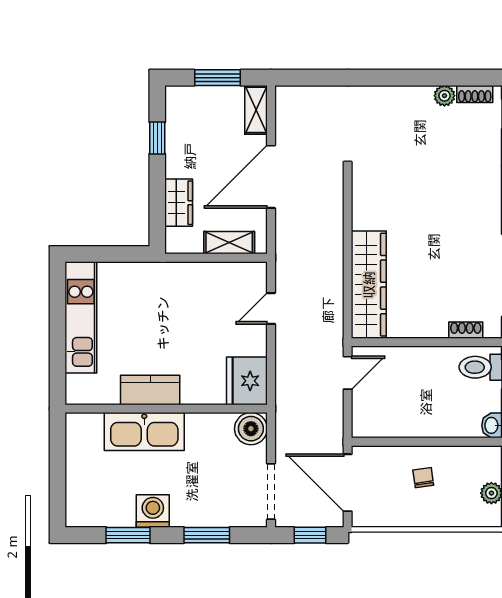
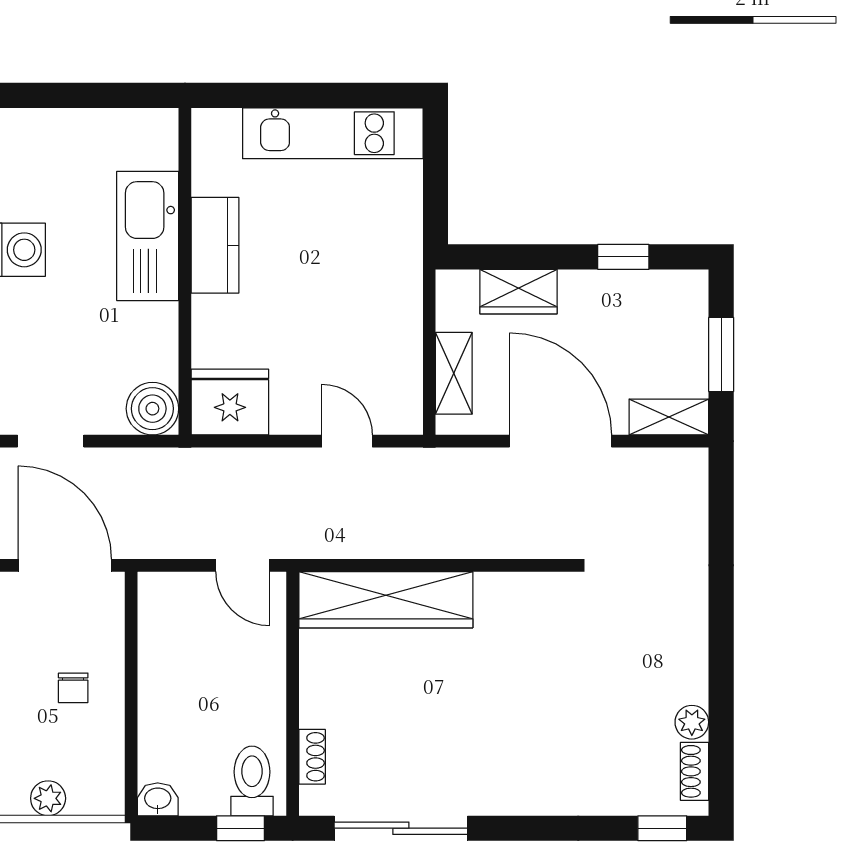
chair: (423, 478) -> (73, 688), turned 98
door: (348, 483) -> (65, 565), hinge flipped
doorway: (271, 491) -> (51, 441), width x0.73

